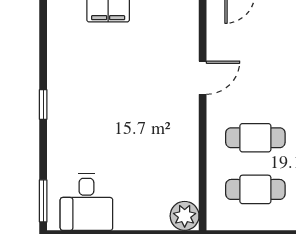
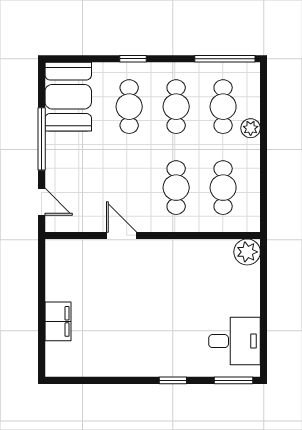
window: (43, 104) -> (173, 380), moved

